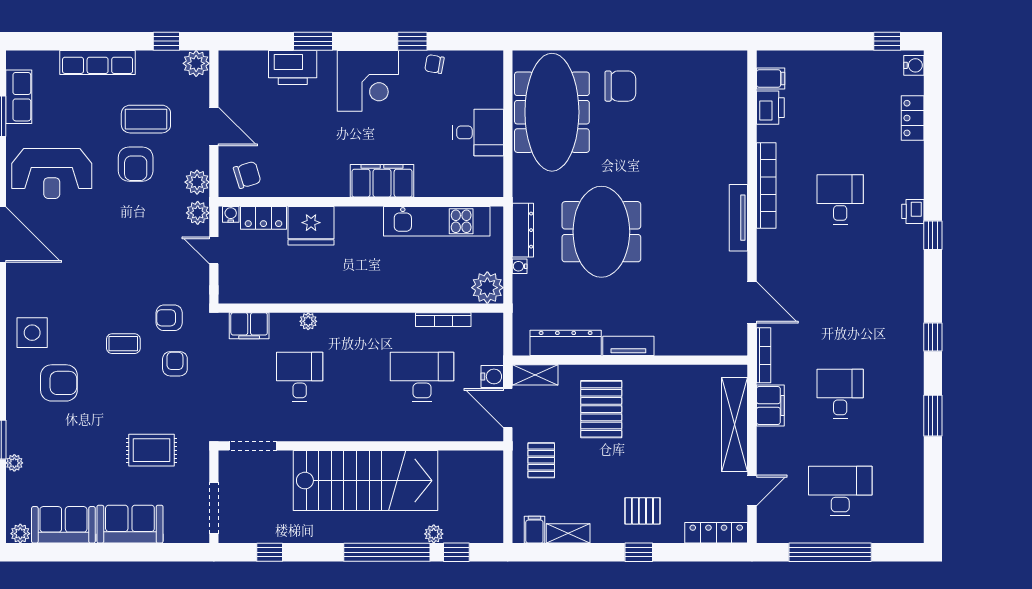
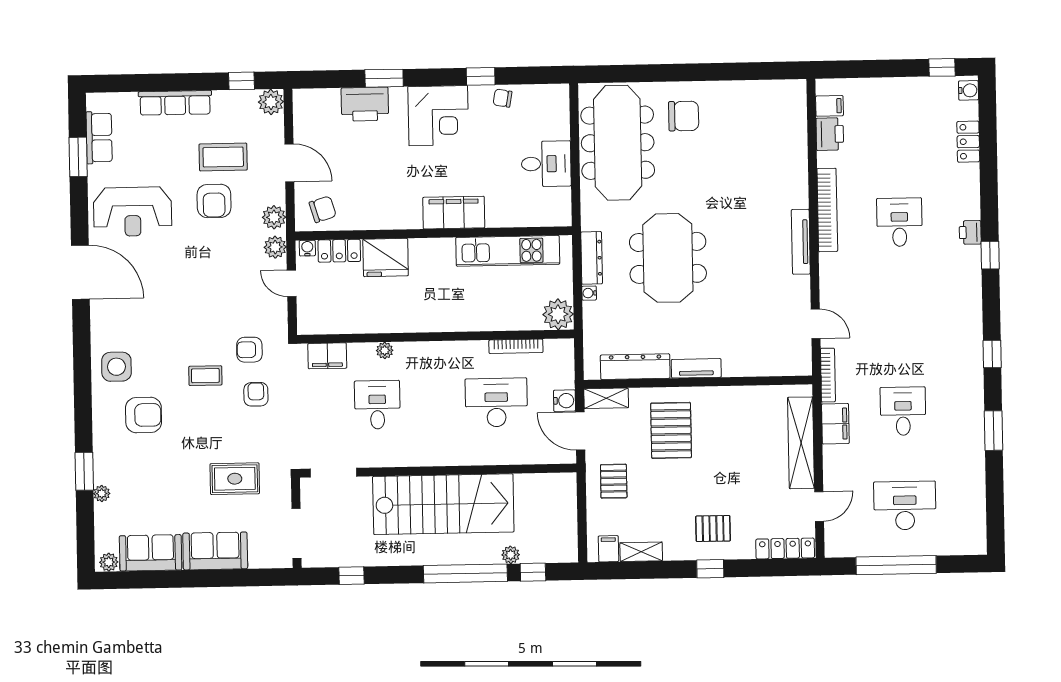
door: (752, 302) -> (816, 324), width x0.73

